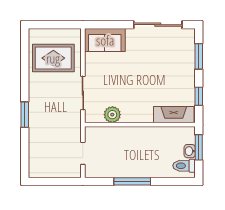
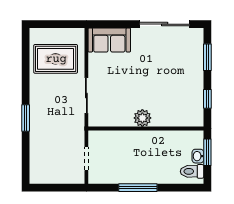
plant: (112, 115) -> (142, 118), moved
fireplace: (174, 115) -> (181, 118), removed

